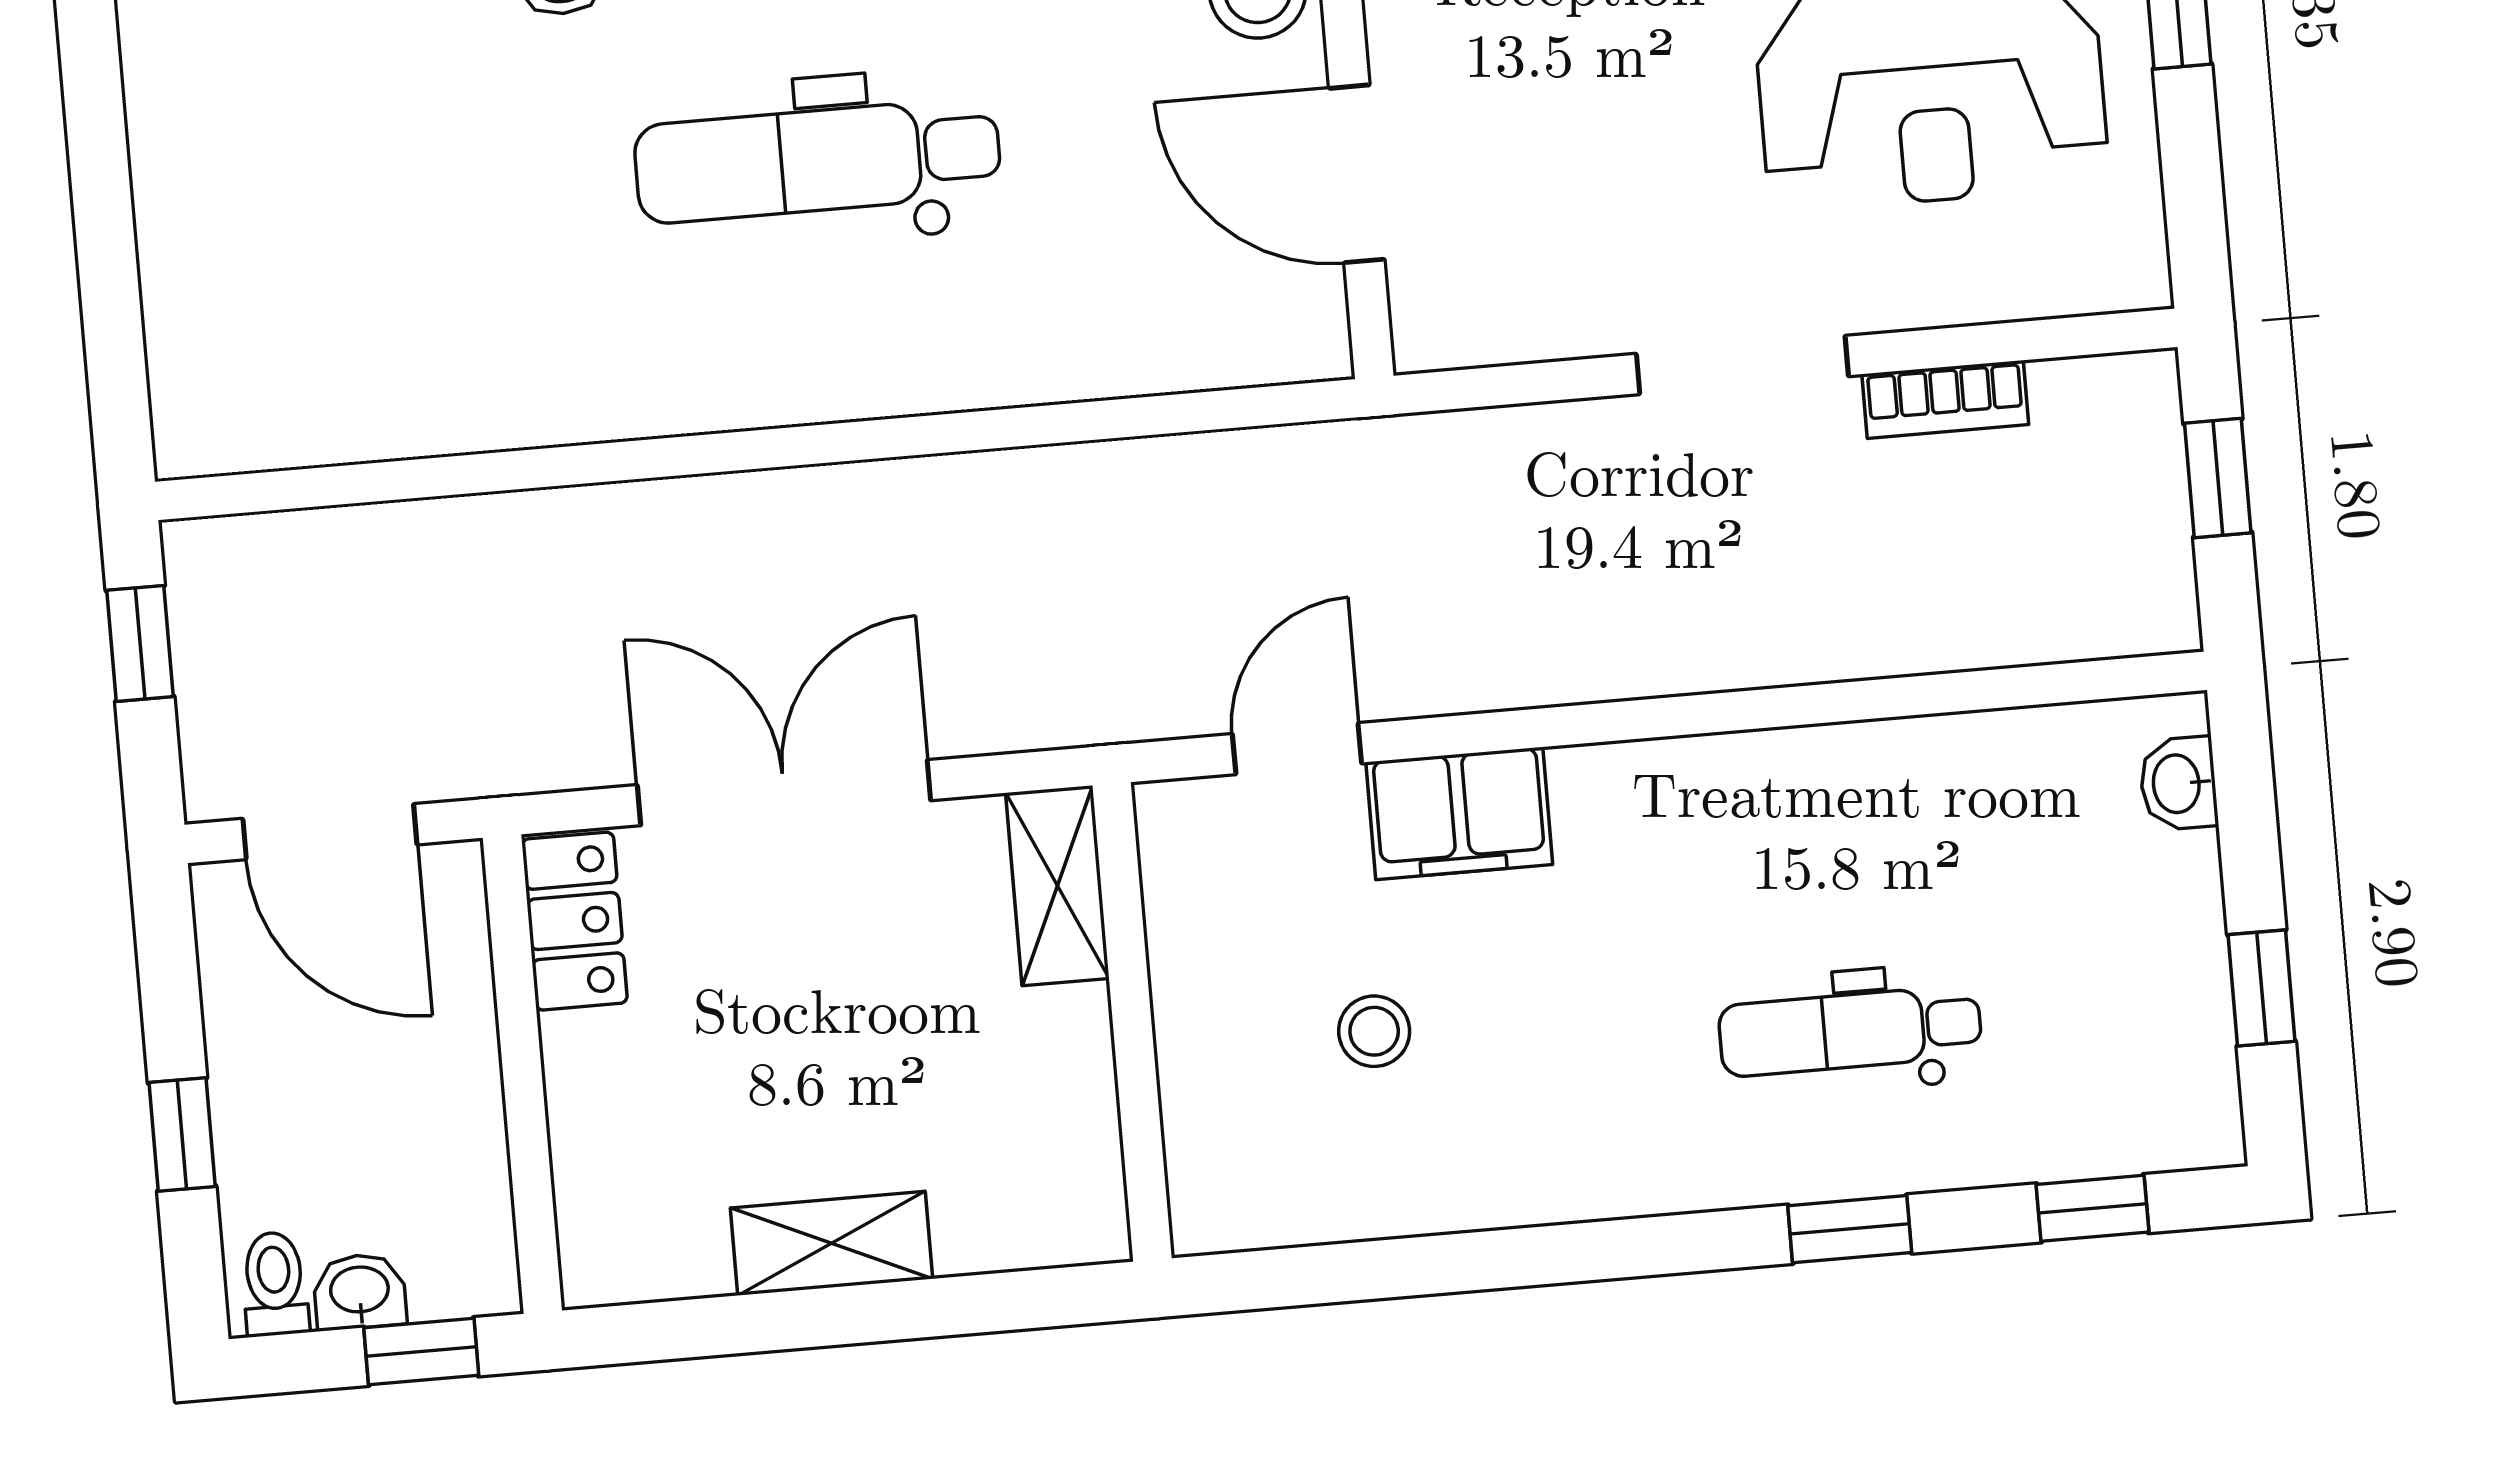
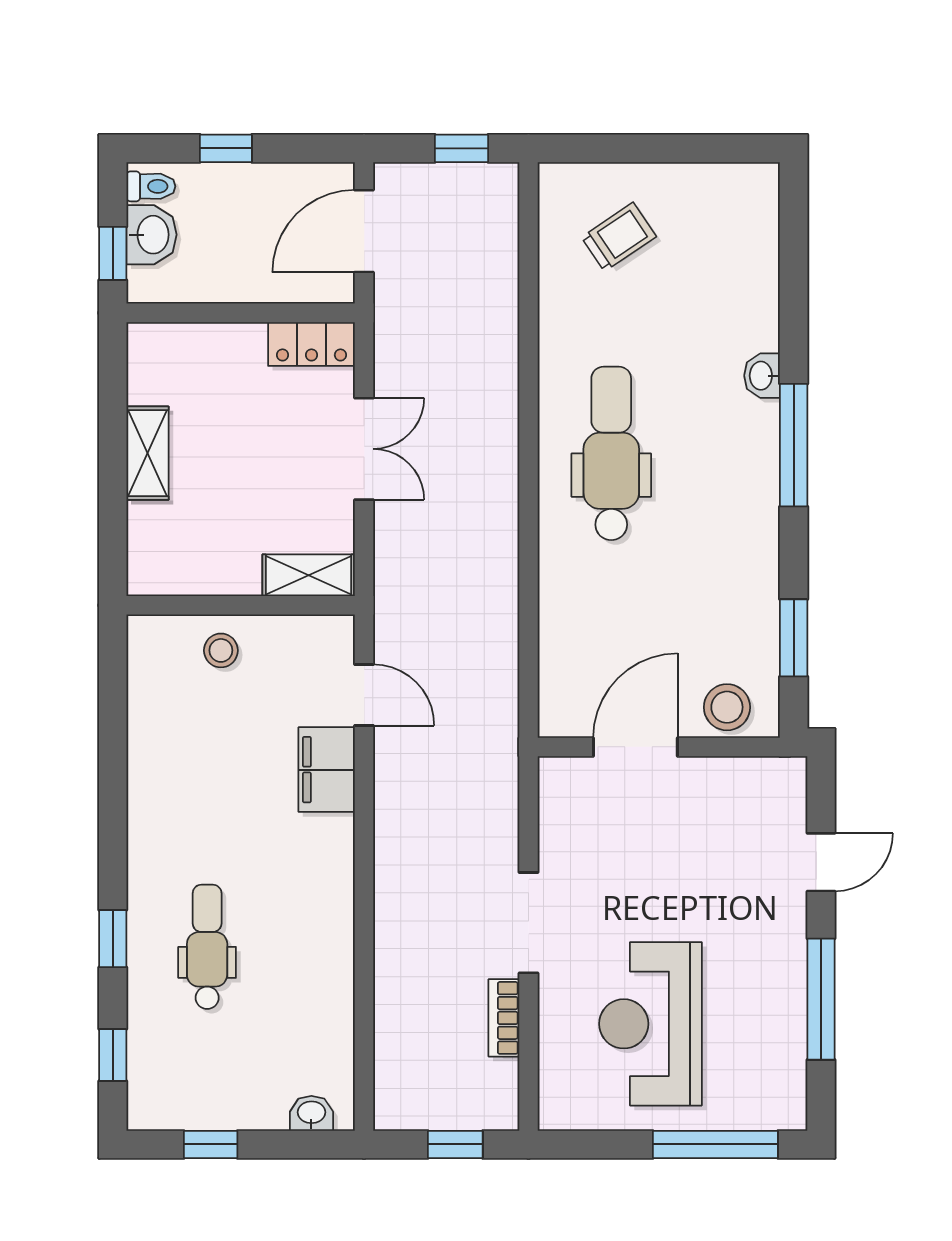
dental chair: (818, 160) -> (611, 453), moved
trolley: (296, 300) -> (619, 237), added
double door: (784, 793) -> (364, 449), width x0.73
stool: (1374, 1031) -> (221, 650), moved
washbasin: (360, 1292) -> (152, 235), width x1.38, depth x1.45

